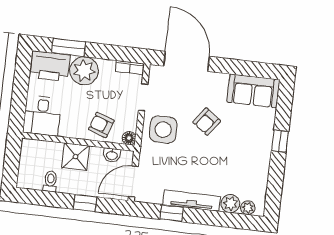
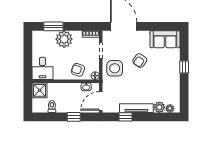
printer: (50, 66) -> (44, 39), removed
shower: (76, 157) -> (39, 90), moved

